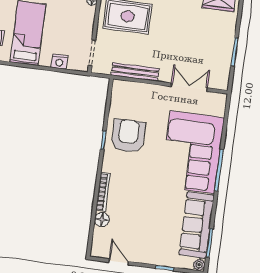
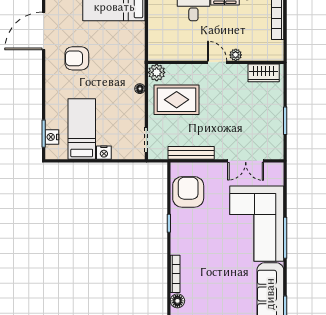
nightstand: (59, 62) -> (104, 153), moved
double door: (189, 87) -> (246, 161), swing flipped
armchair: (128, 136) -> (188, 192), moved

